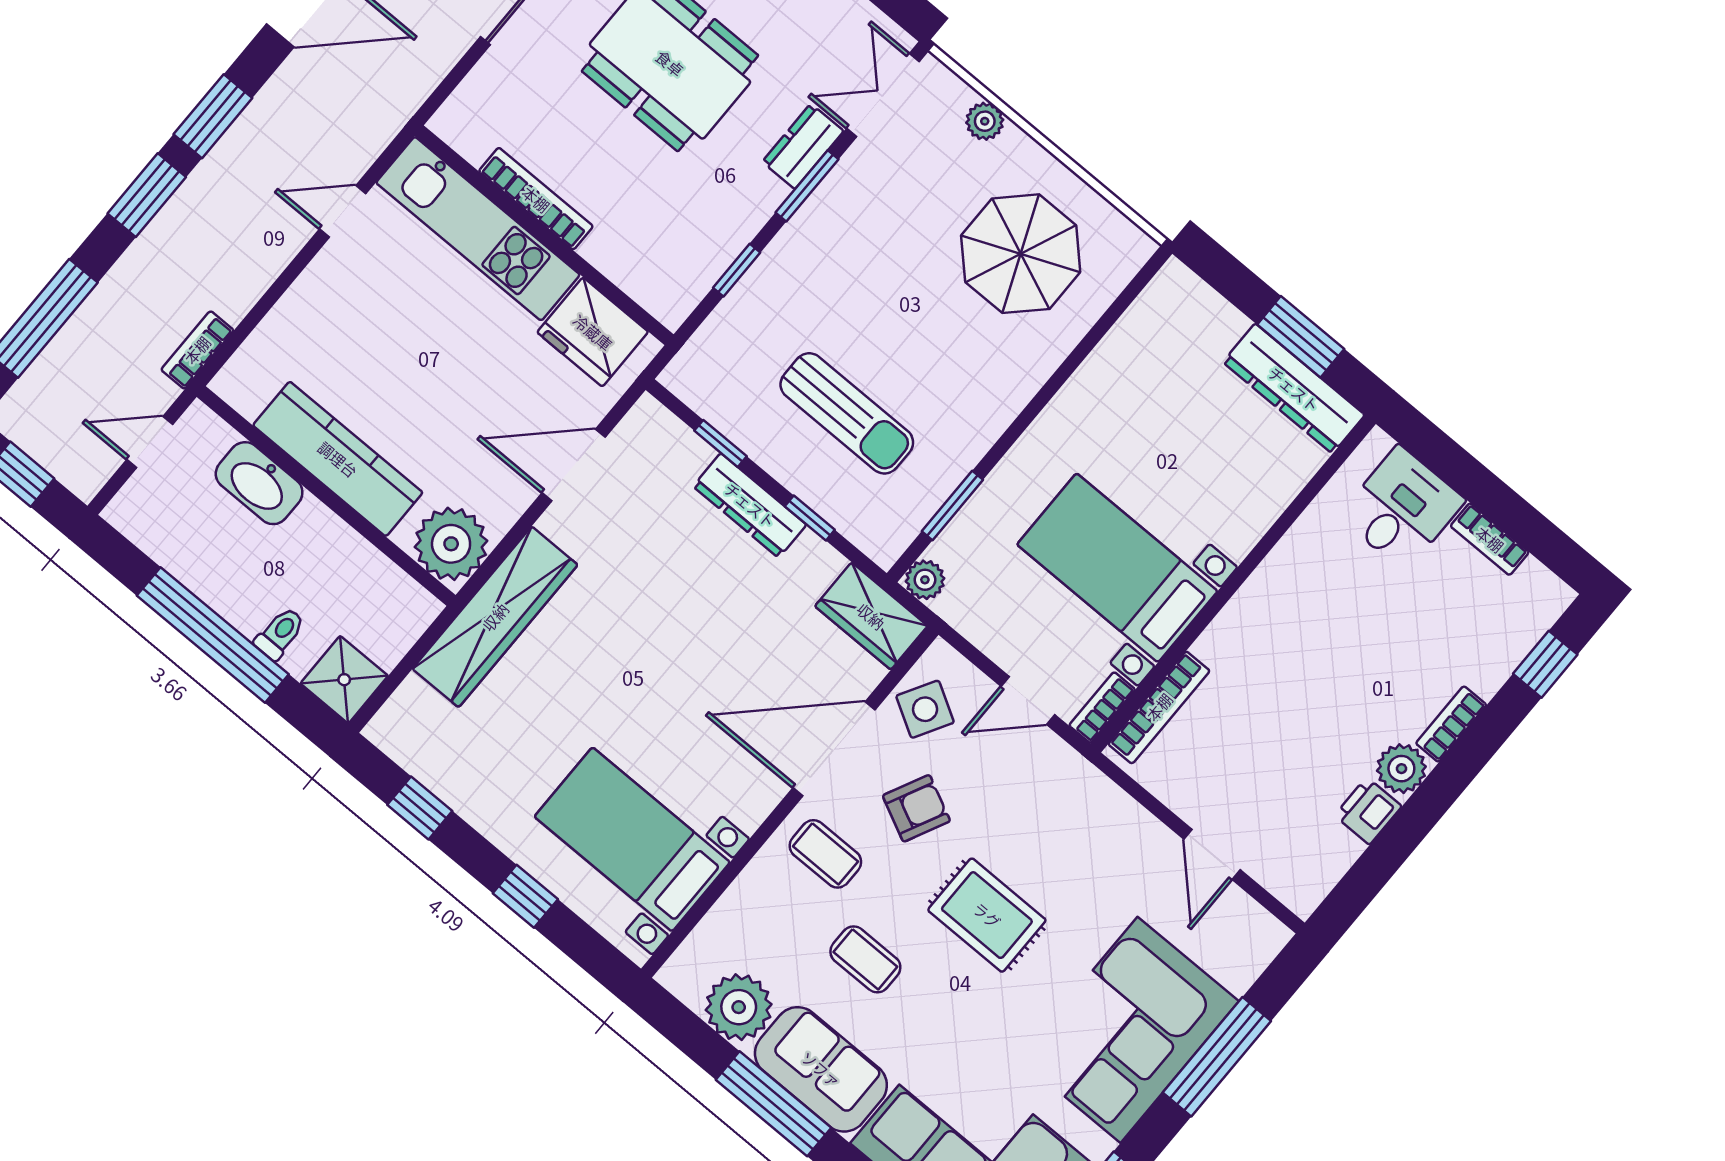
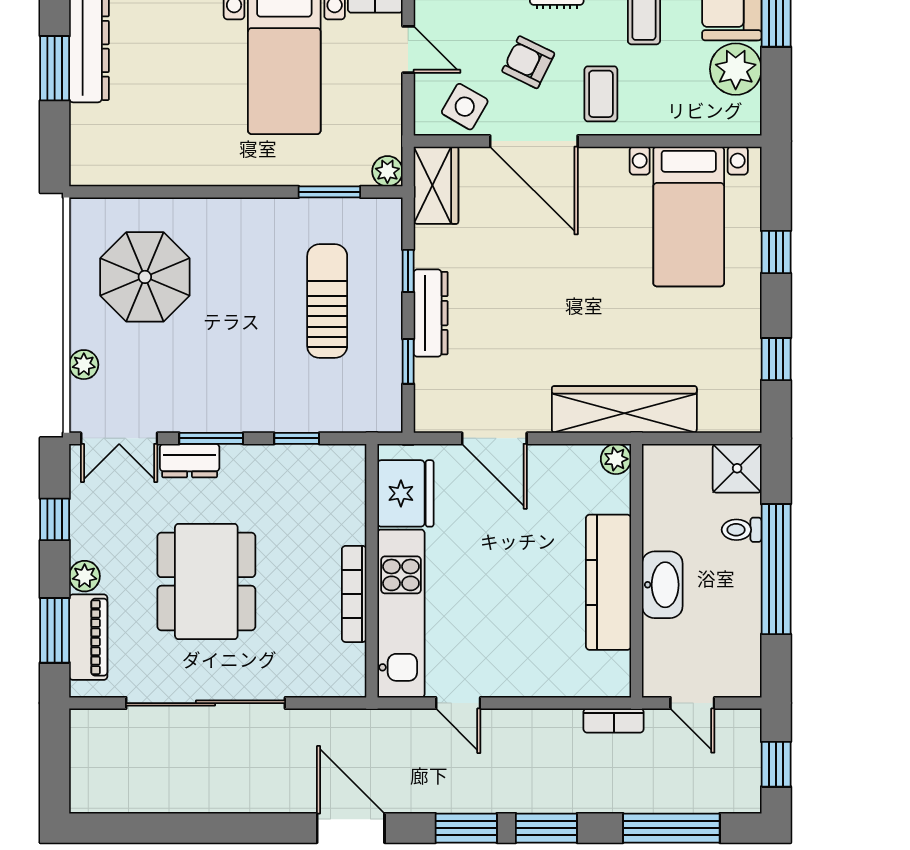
washbasin: (259, 483) -> (662, 585), moved
plant: (451, 544) -> (616, 459), width x0.53, depth x0.53

